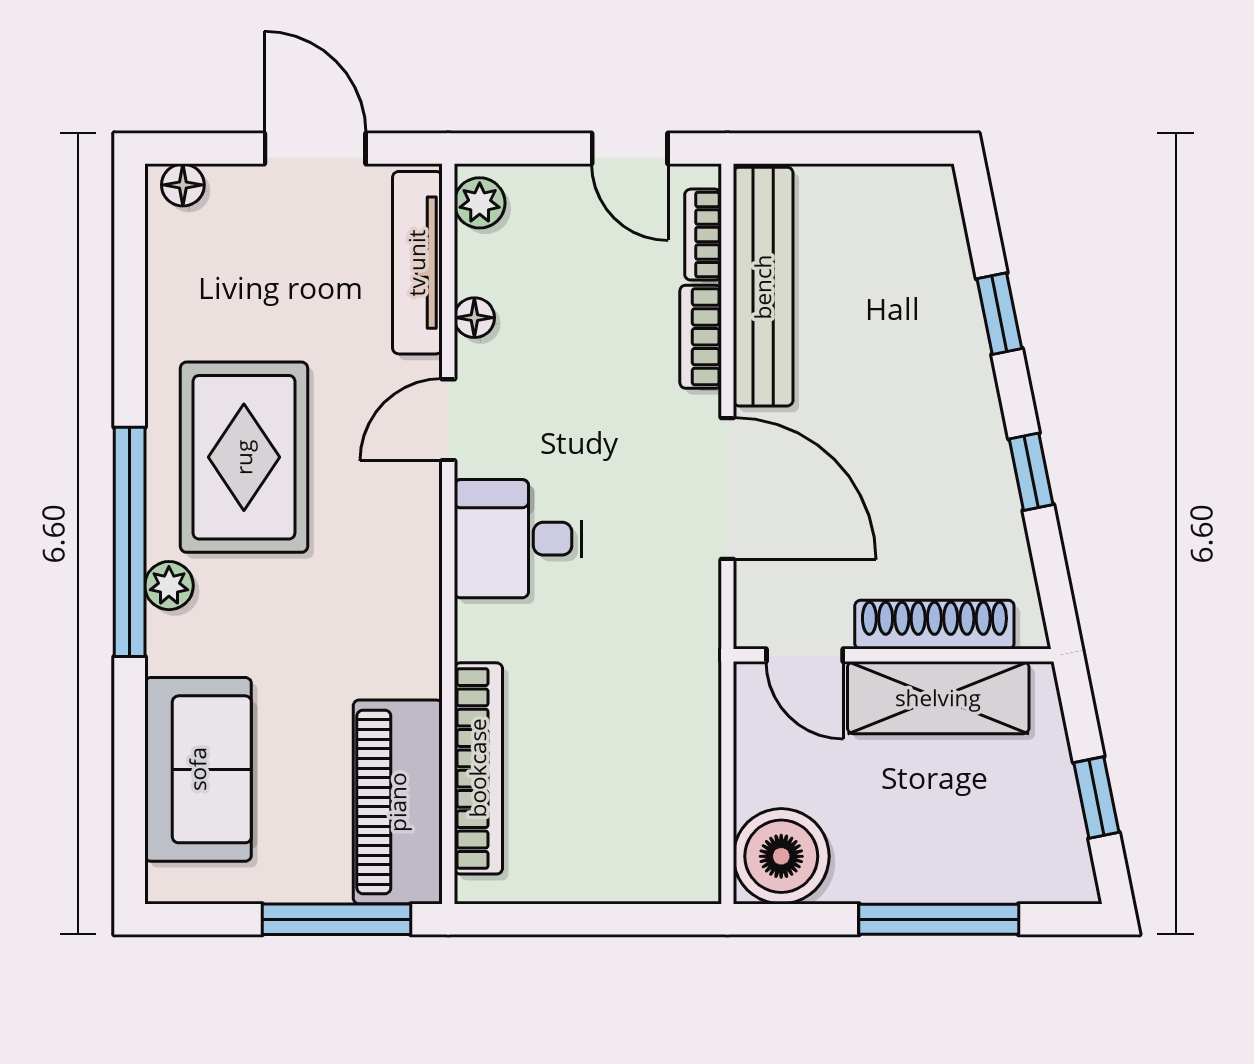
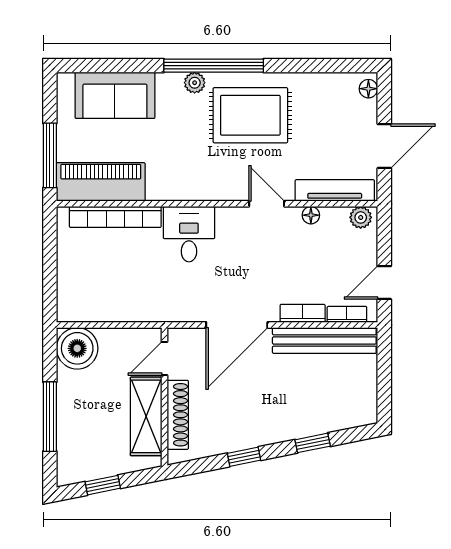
desk: (518, 539) -> (189, 234), moved

